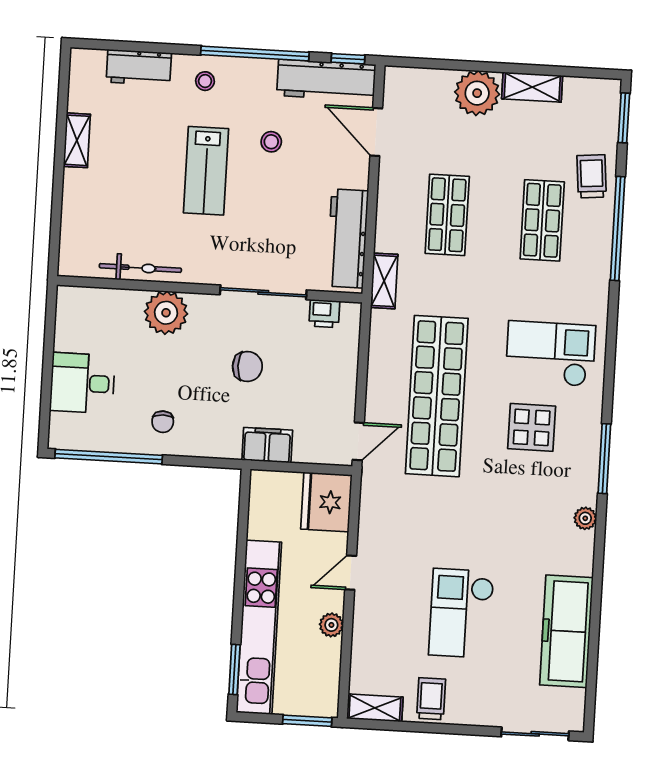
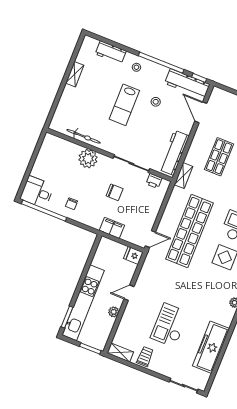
desk: (82, 383) -> (37, 192), moved
fridge: (326, 502) -> (133, 255), width x0.53, depth x0.75

